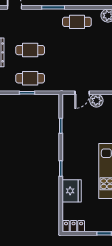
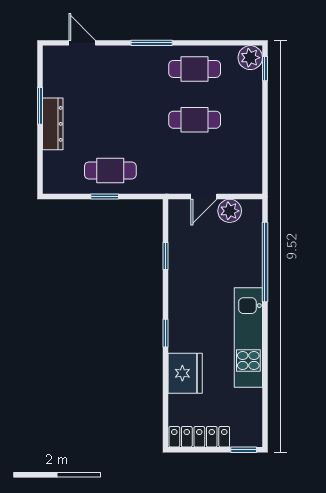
cafe table: (30, 50) -> (195, 120), moved
locker: (74, 226) -> (199, 437), width x1.53

